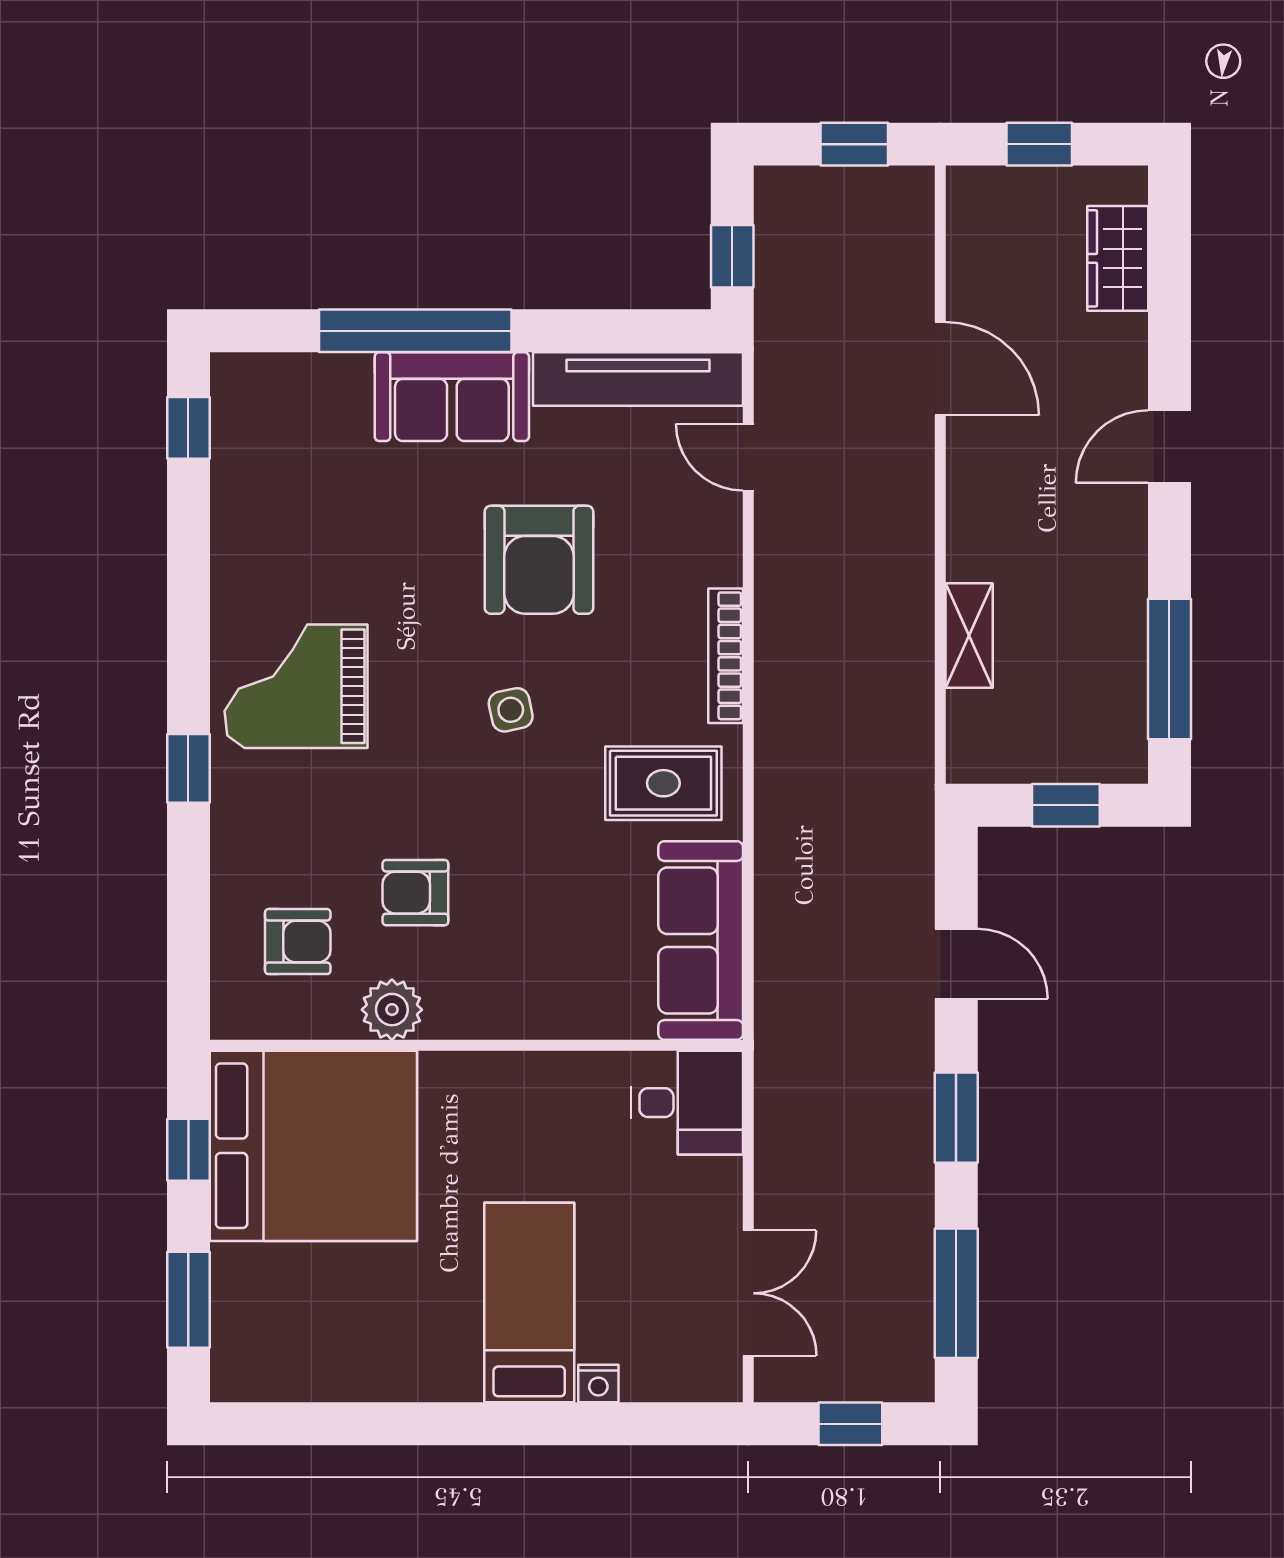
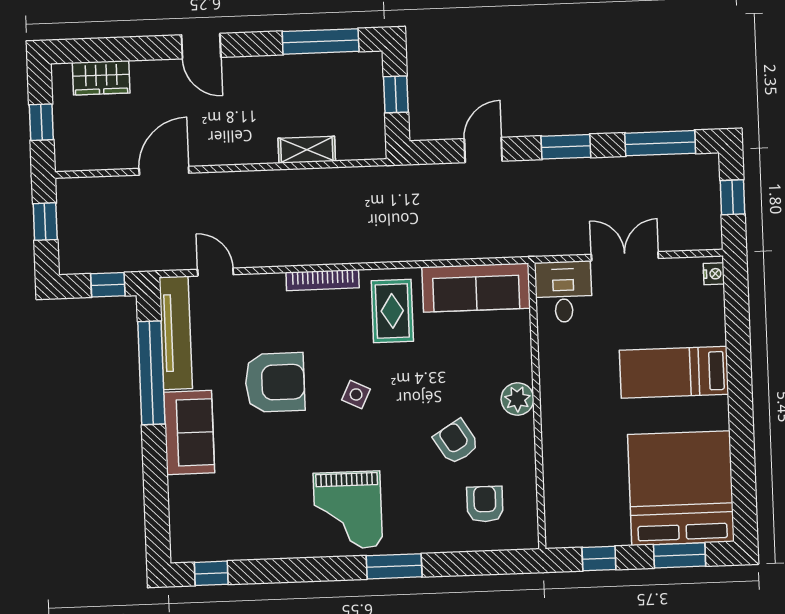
window: (415, 331) -> (151, 373), moved
door: (748, 457) -> (215, 272), swing flipped
side table: (511, 710) -> (356, 394), turned 38
window: (188, 768) -> (394, 566), width x1.50
armchair: (415, 893) -> (456, 442), turned 148
plant: (392, 1010) -> (517, 399), moved
bed: (313, 1146) -> (681, 488), moved
double door: (748, 1293) -> (625, 256), moved
nightstand: (598, 1384) -> (714, 274), moved

